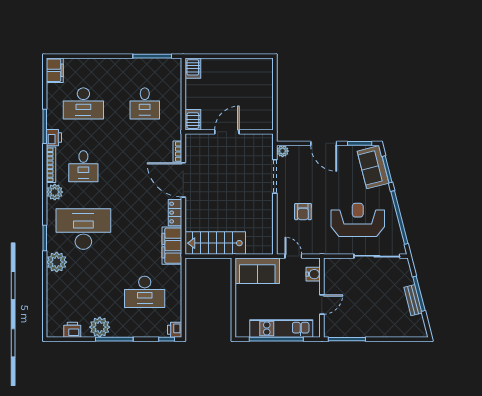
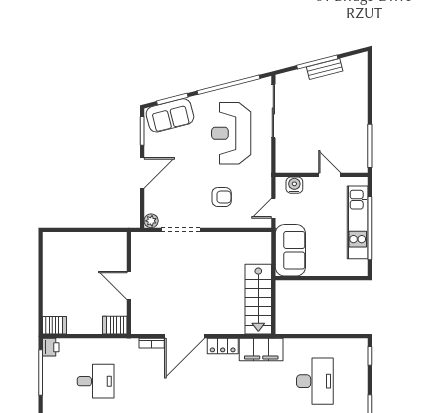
printer: (175, 330) -> (51, 347), moved, turned -90

